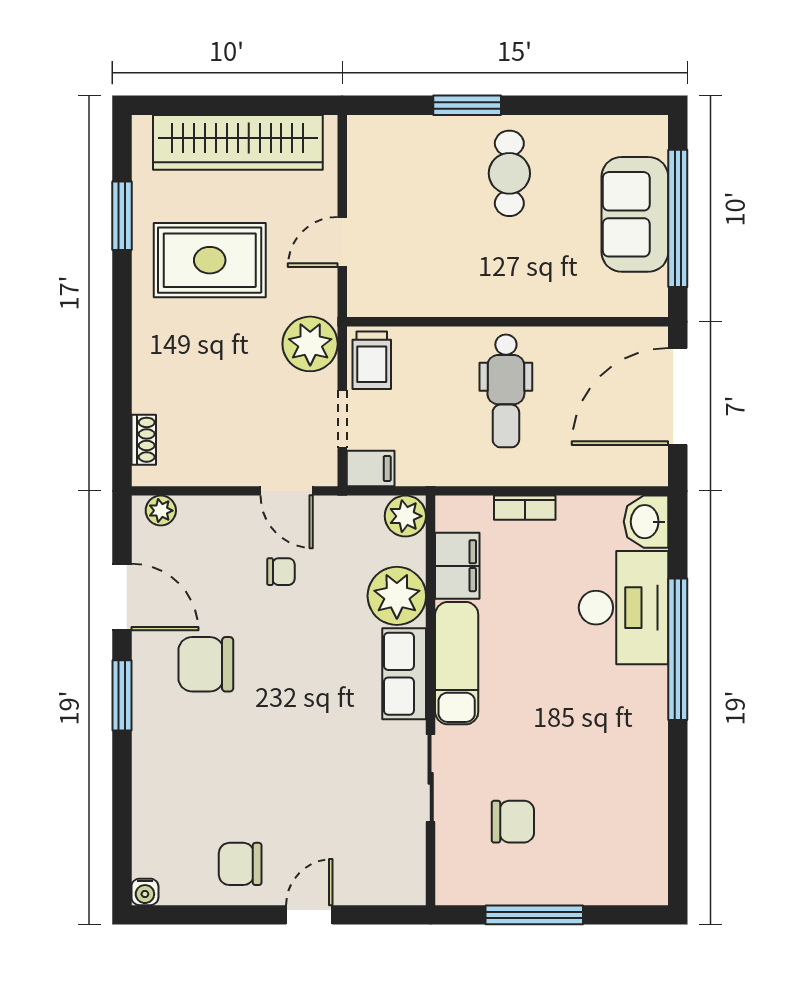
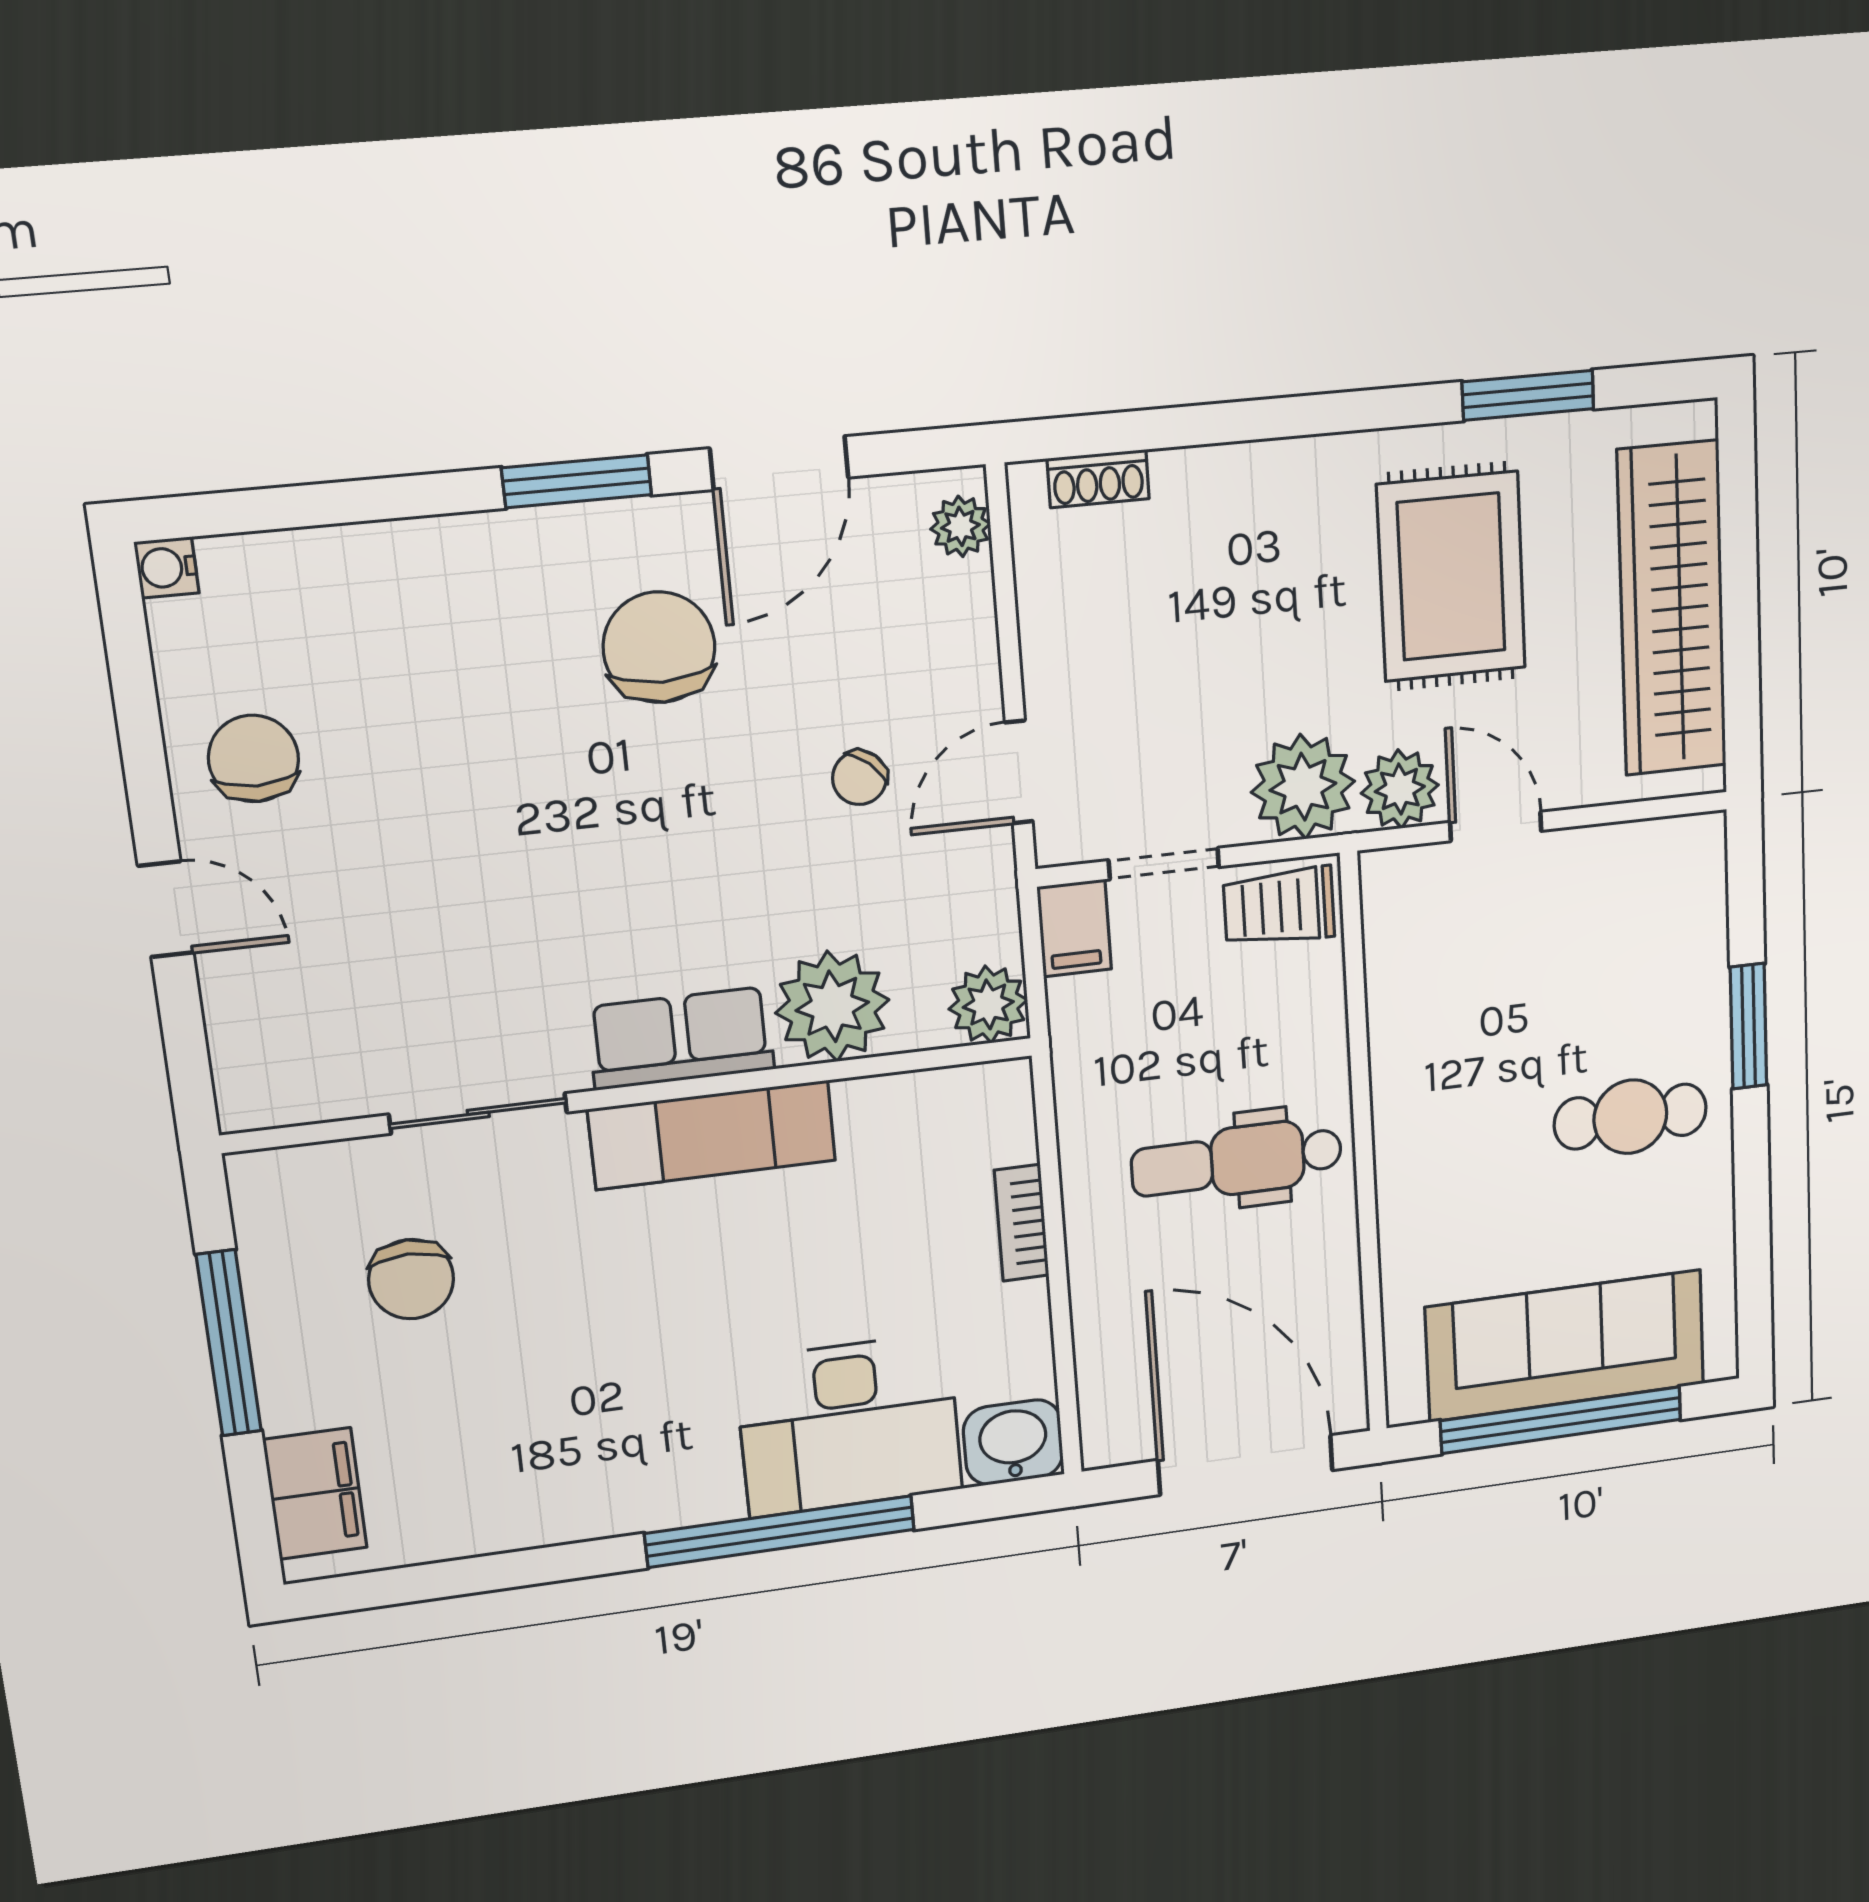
sofa: (635, 214) -> (1565, 1346), width x1.36
plant: (317, 293) -> (1400, 789), added
filing cabinet: (457, 566) -> (315, 1494), moved, turned -90
chair: (281, 572) -> (860, 778), turned 41

